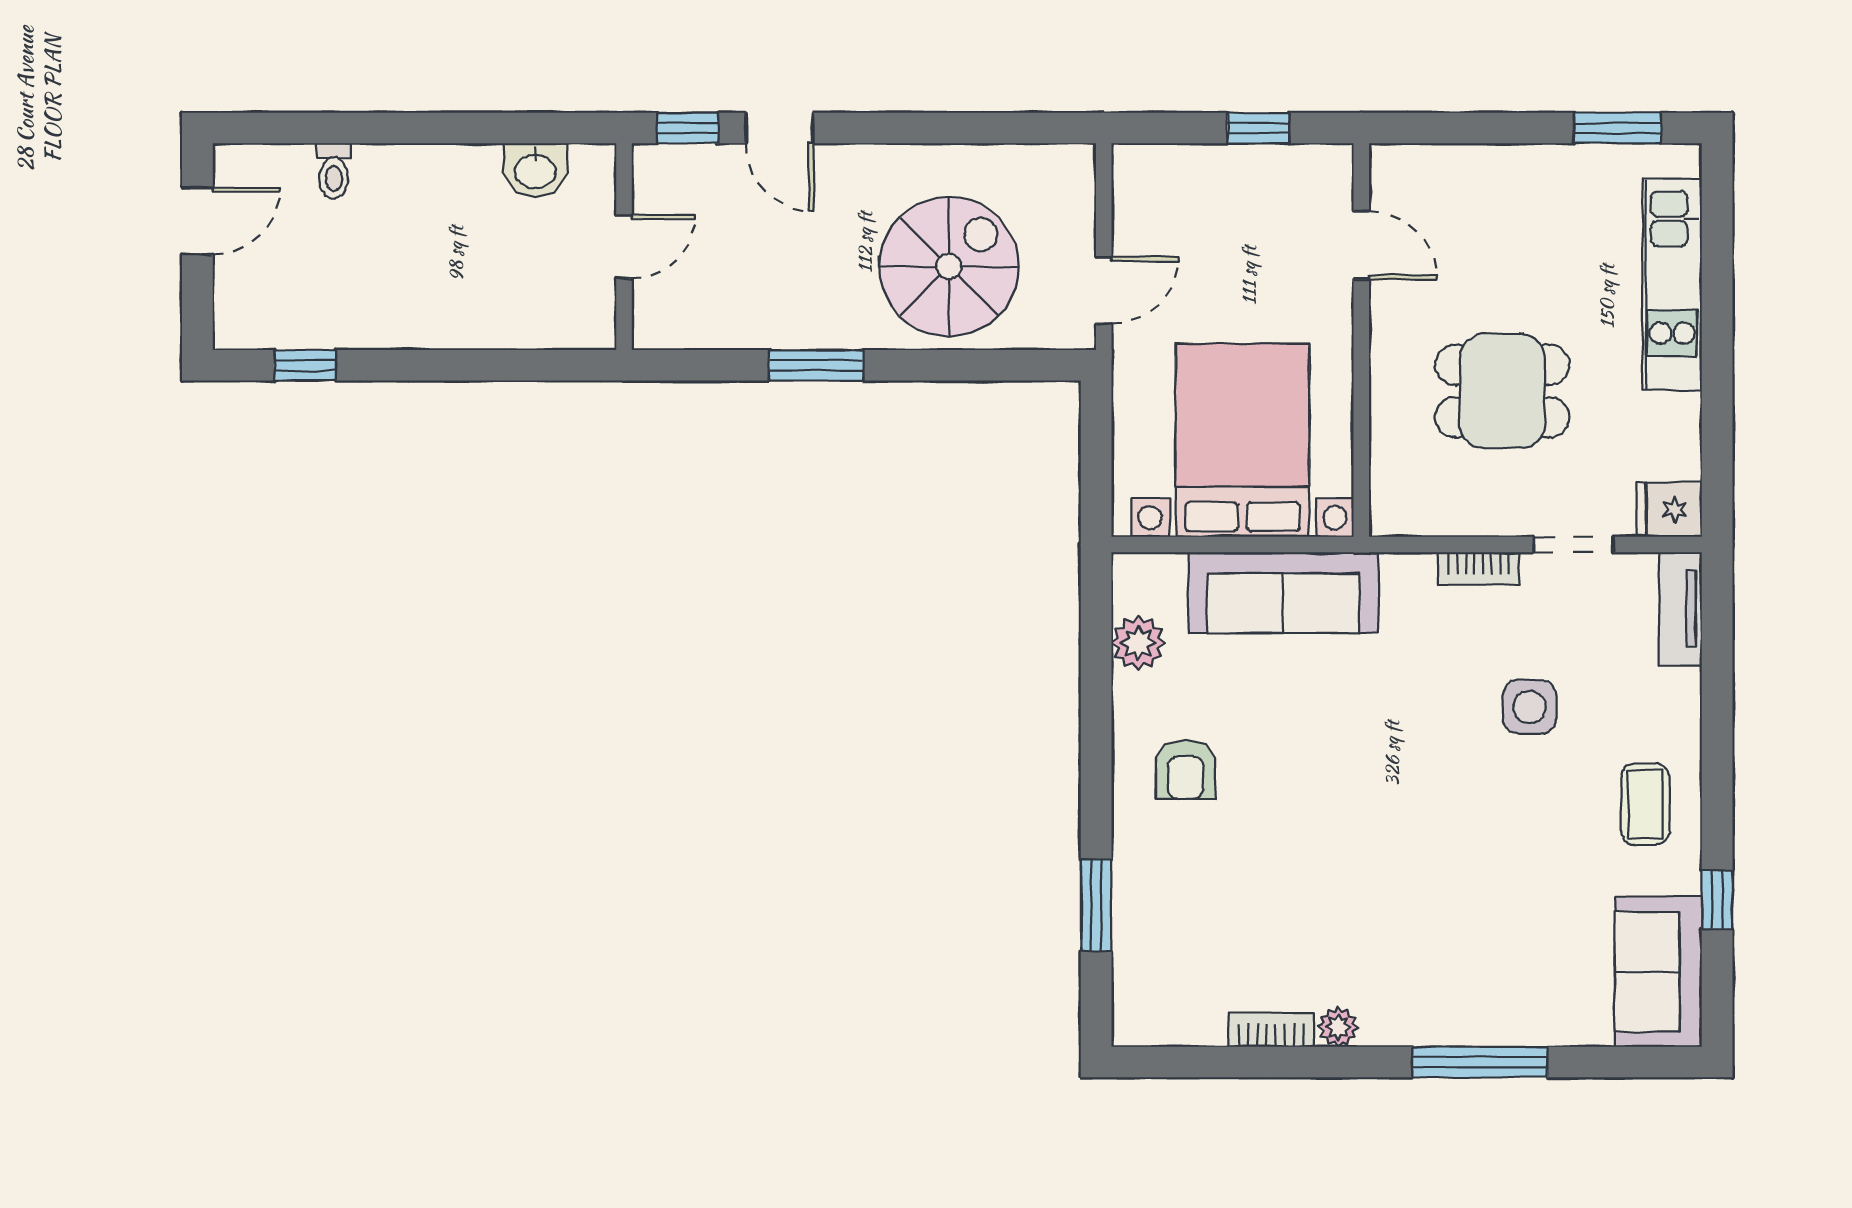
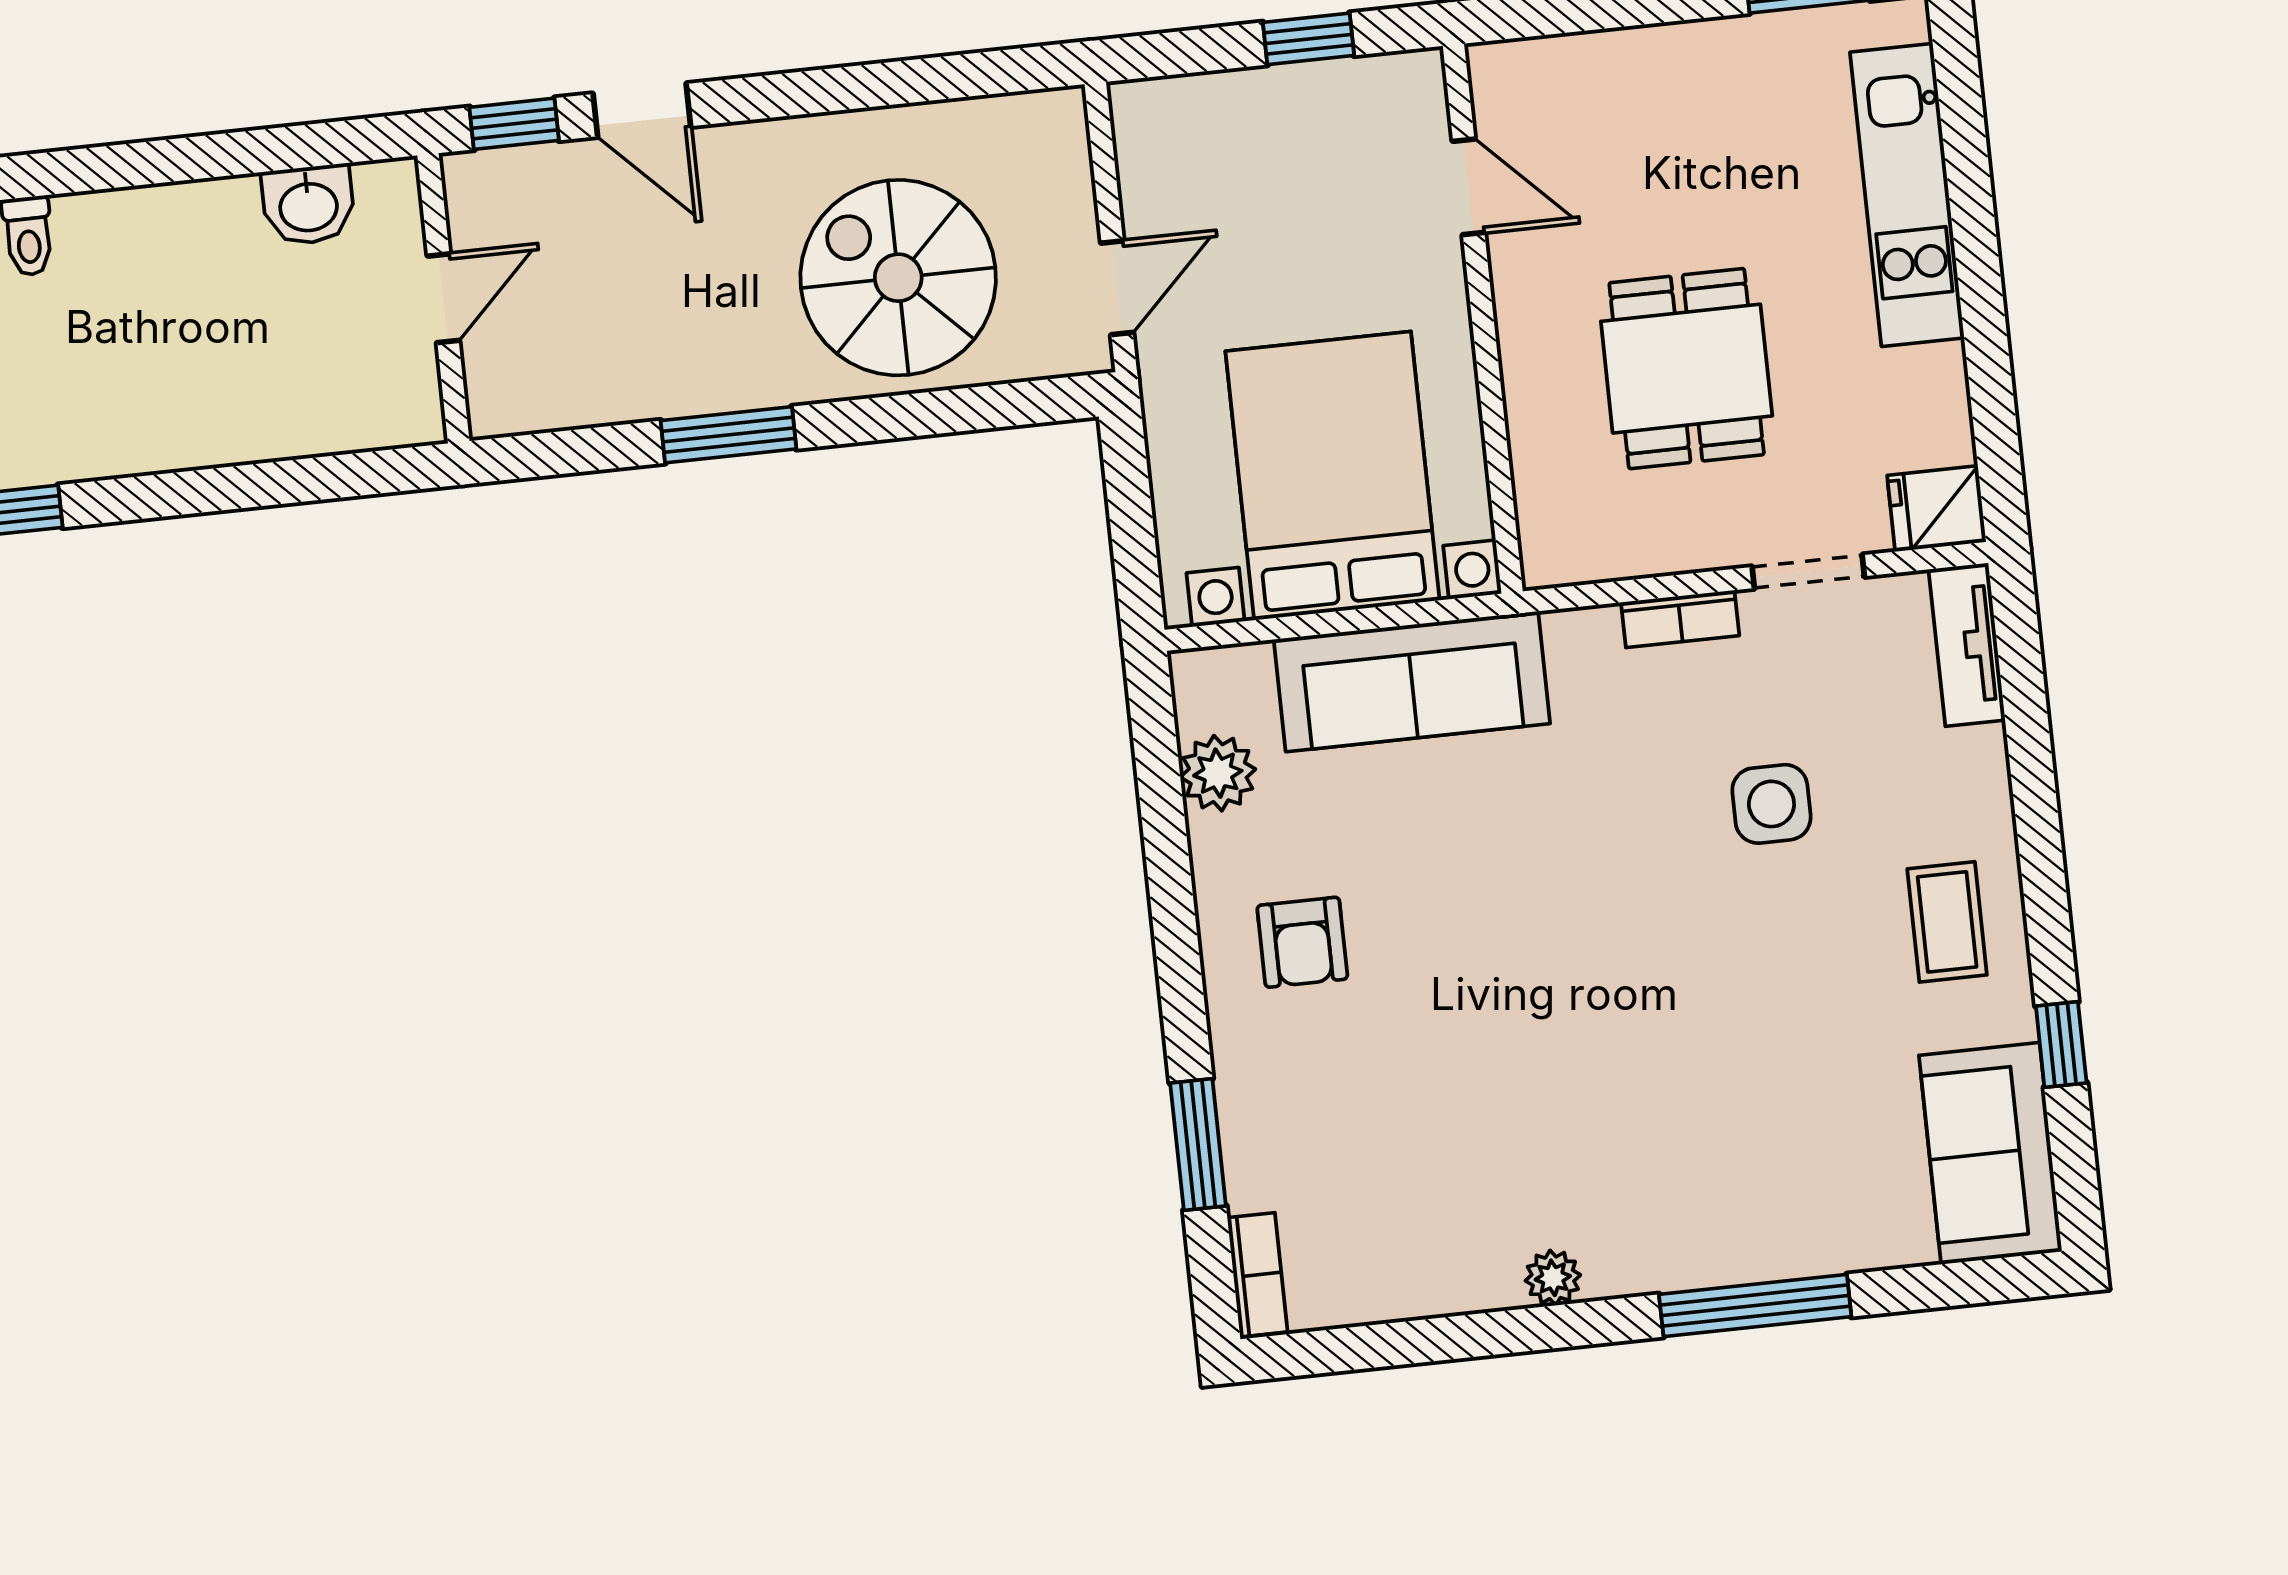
spiral stairs: (949, 267) -> (898, 278), turned -90
dining table: (1502, 391) -> (1687, 369), turned 90
bookcase: (1271, 1030) -> (1257, 1275), moved, turned 90

